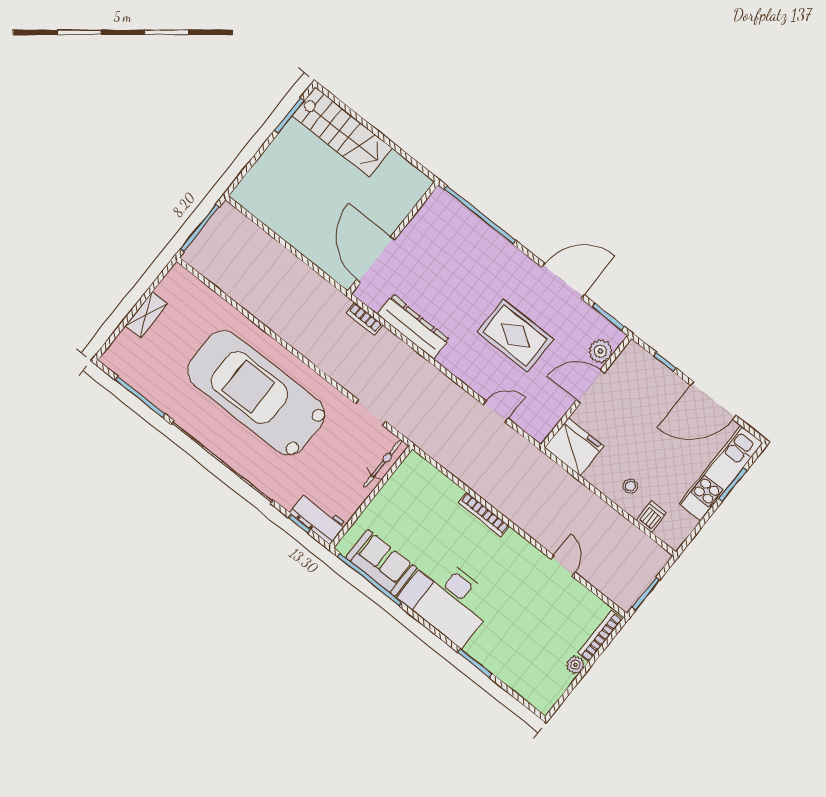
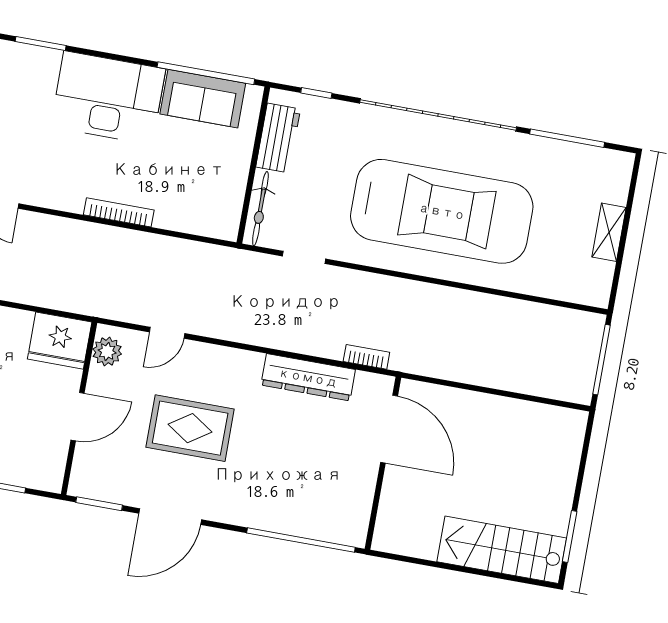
plant: (600, 351) -> (107, 352), moved
workbench: (318, 518) -> (278, 138), moved, turned -90

